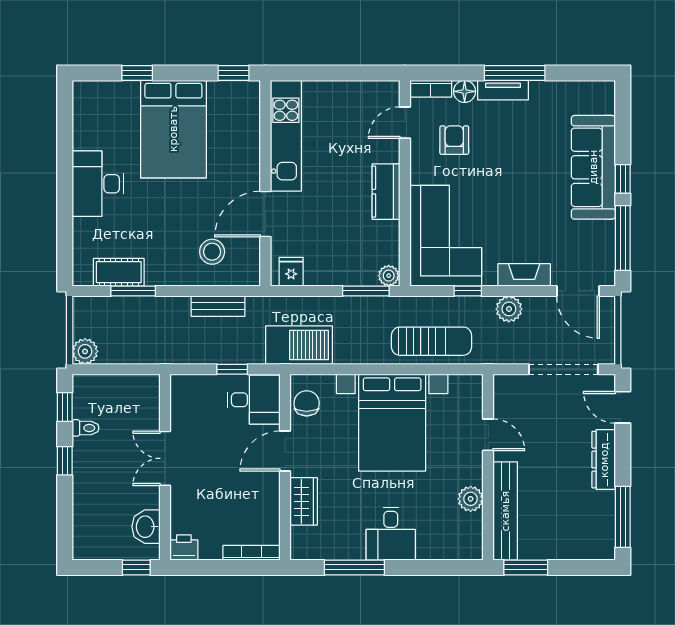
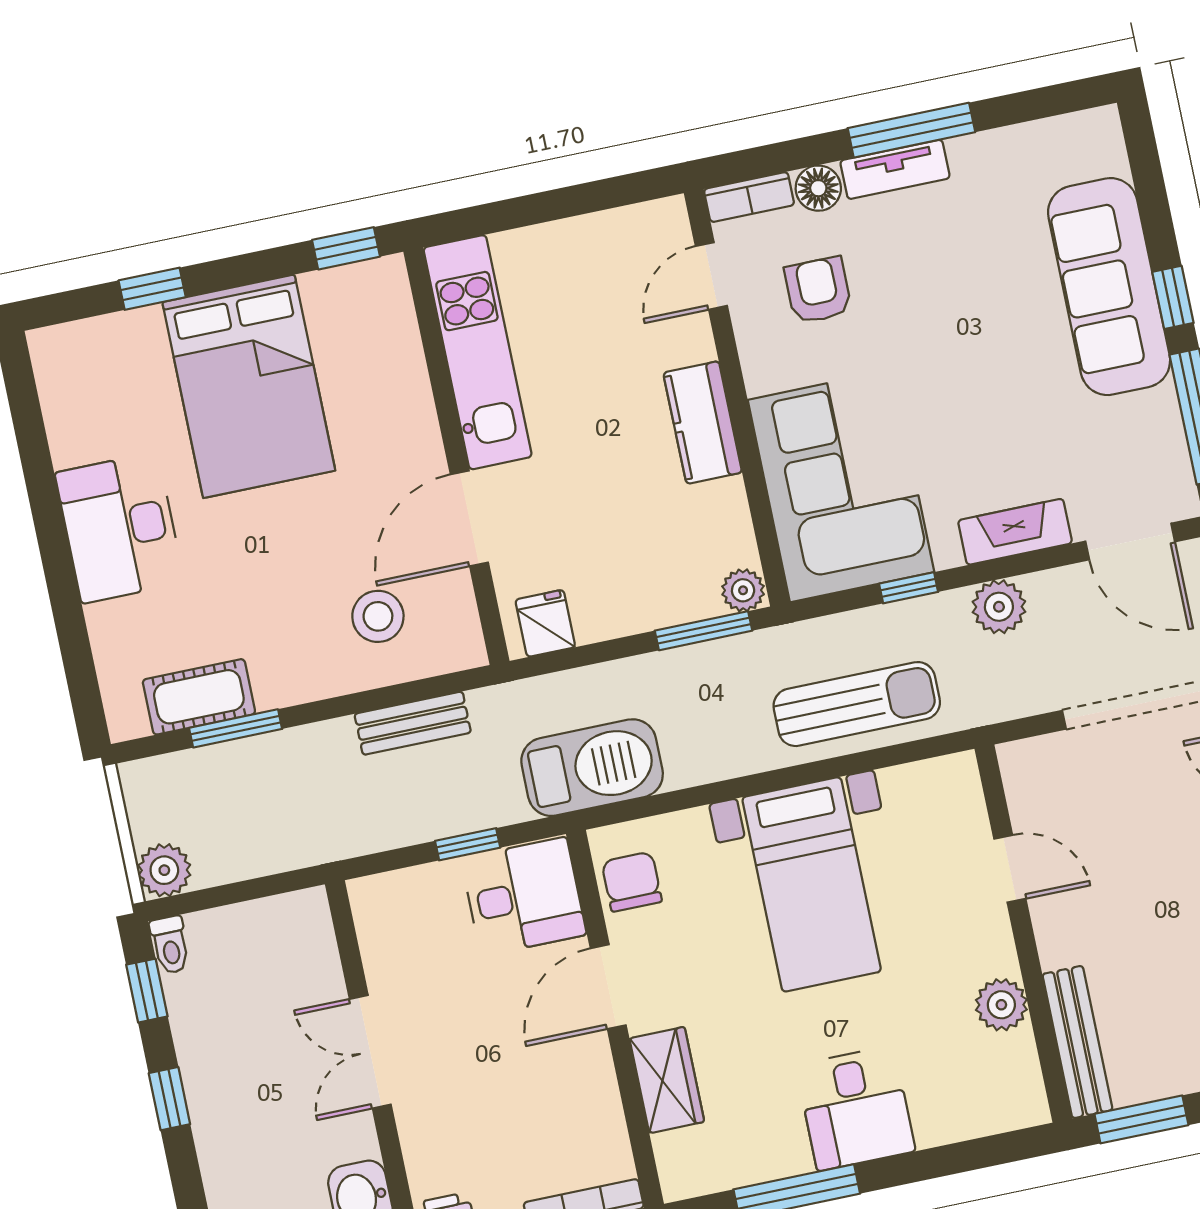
bed with nightstands: (392, 423) -> (812, 884), width x0.73
toilet: (85, 428) -> (170, 945), moved, turned 90
bench: (505, 511) -> (1077, 1042), width x0.73, depth x0.82

